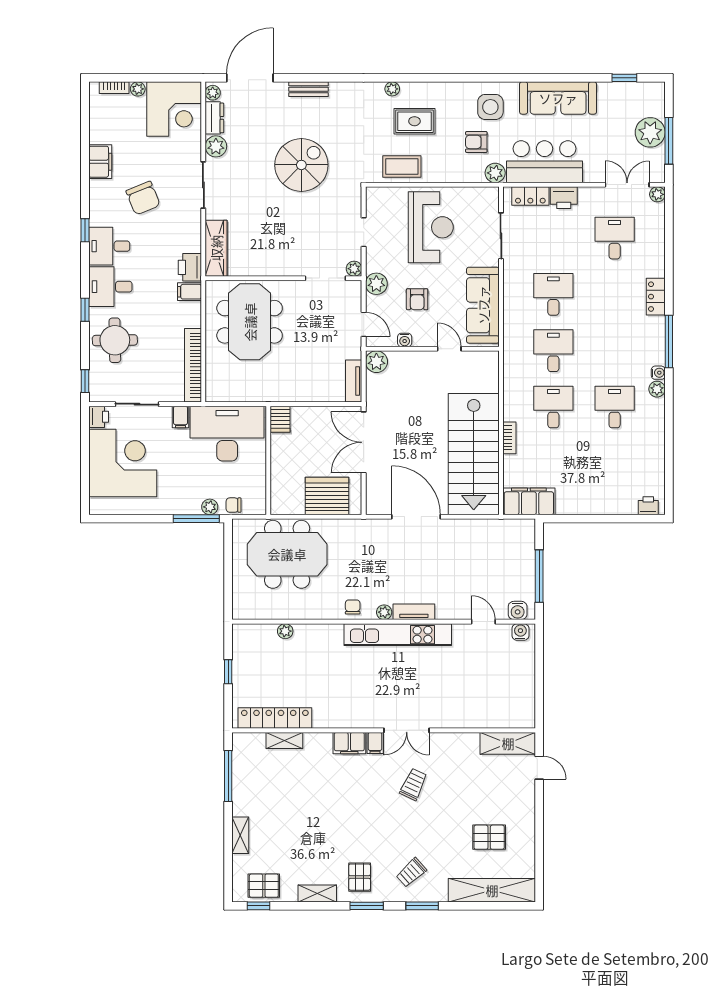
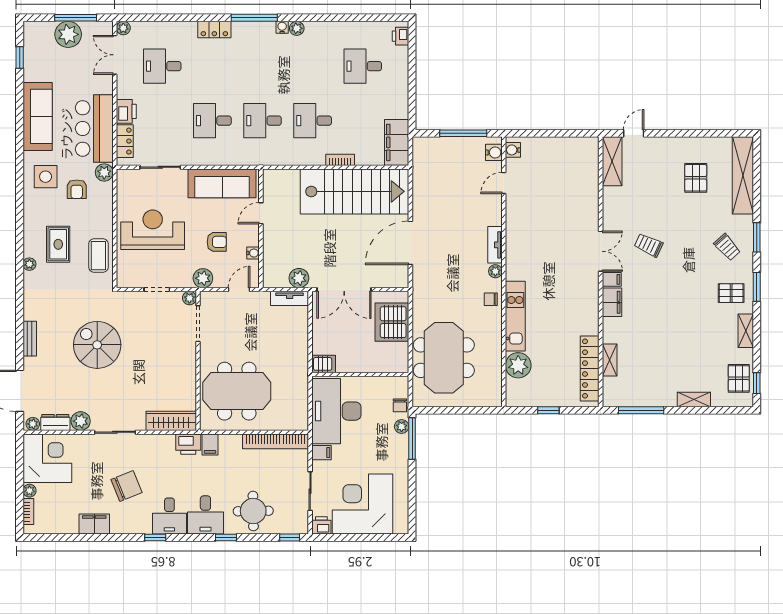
plant: (376, 362) -> (299, 278), moved
desk: (615, 407) -> (363, 66), moved
plant: (285, 631) -> (518, 365), width x1.87, depth x1.87
kitchen unit: (398, 635) -> (515, 316), moved, width x0.73

